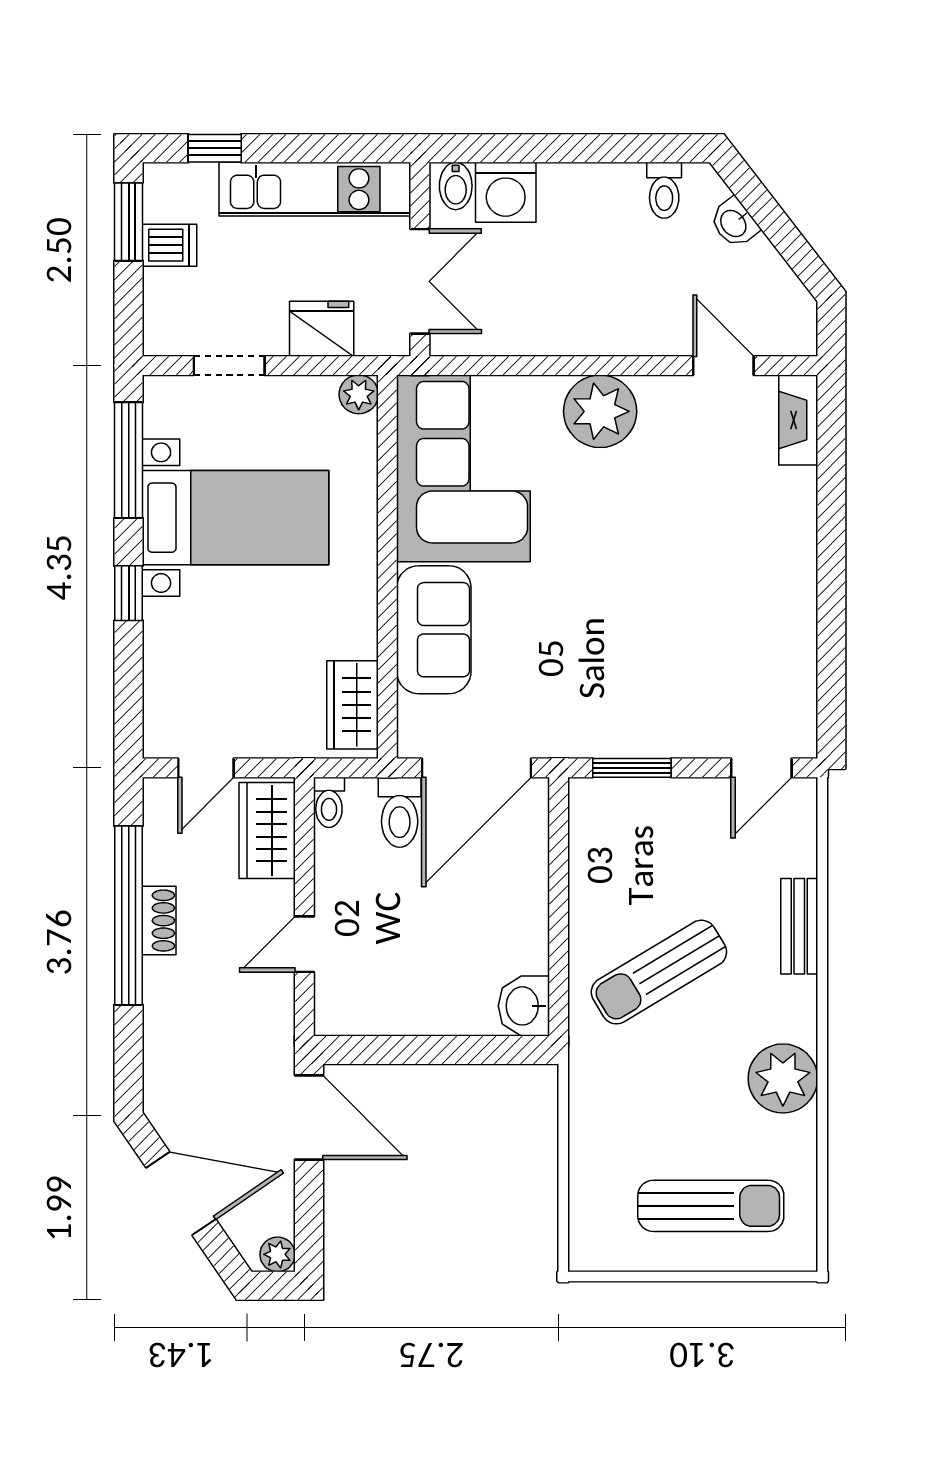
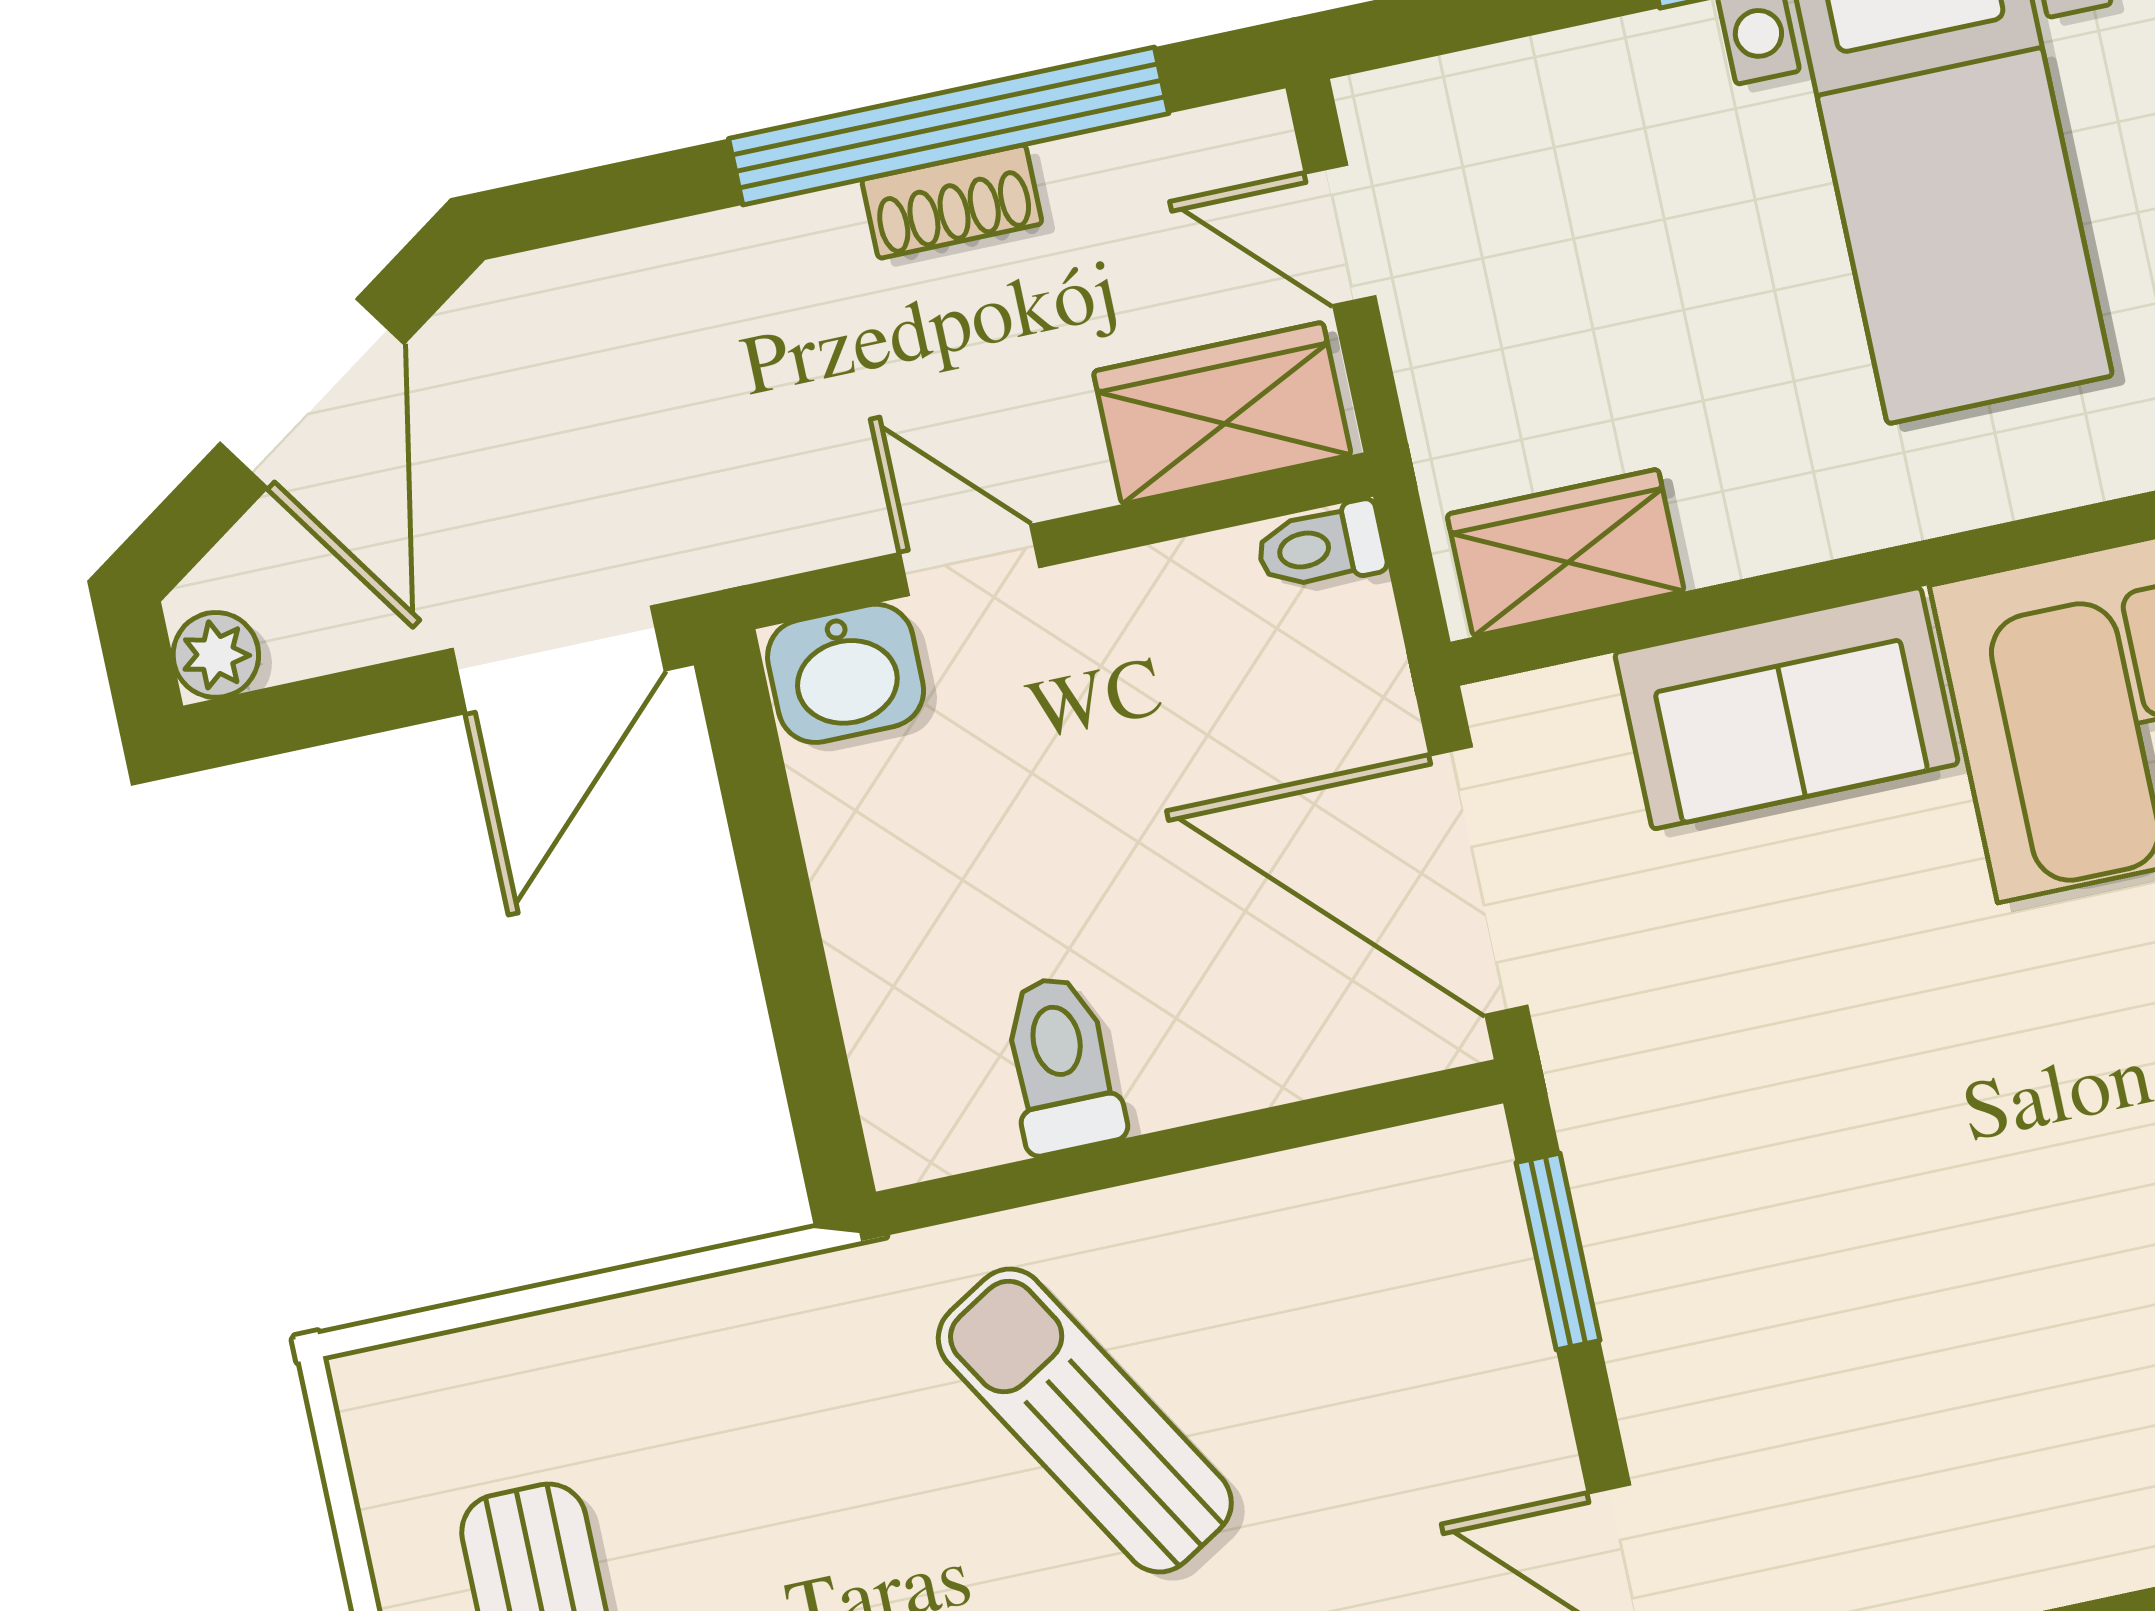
toilet: (400, 812) -> (1062, 1064), moved, turned 90
washbasin: (524, 1006) -> (846, 673), moved, turned 180

